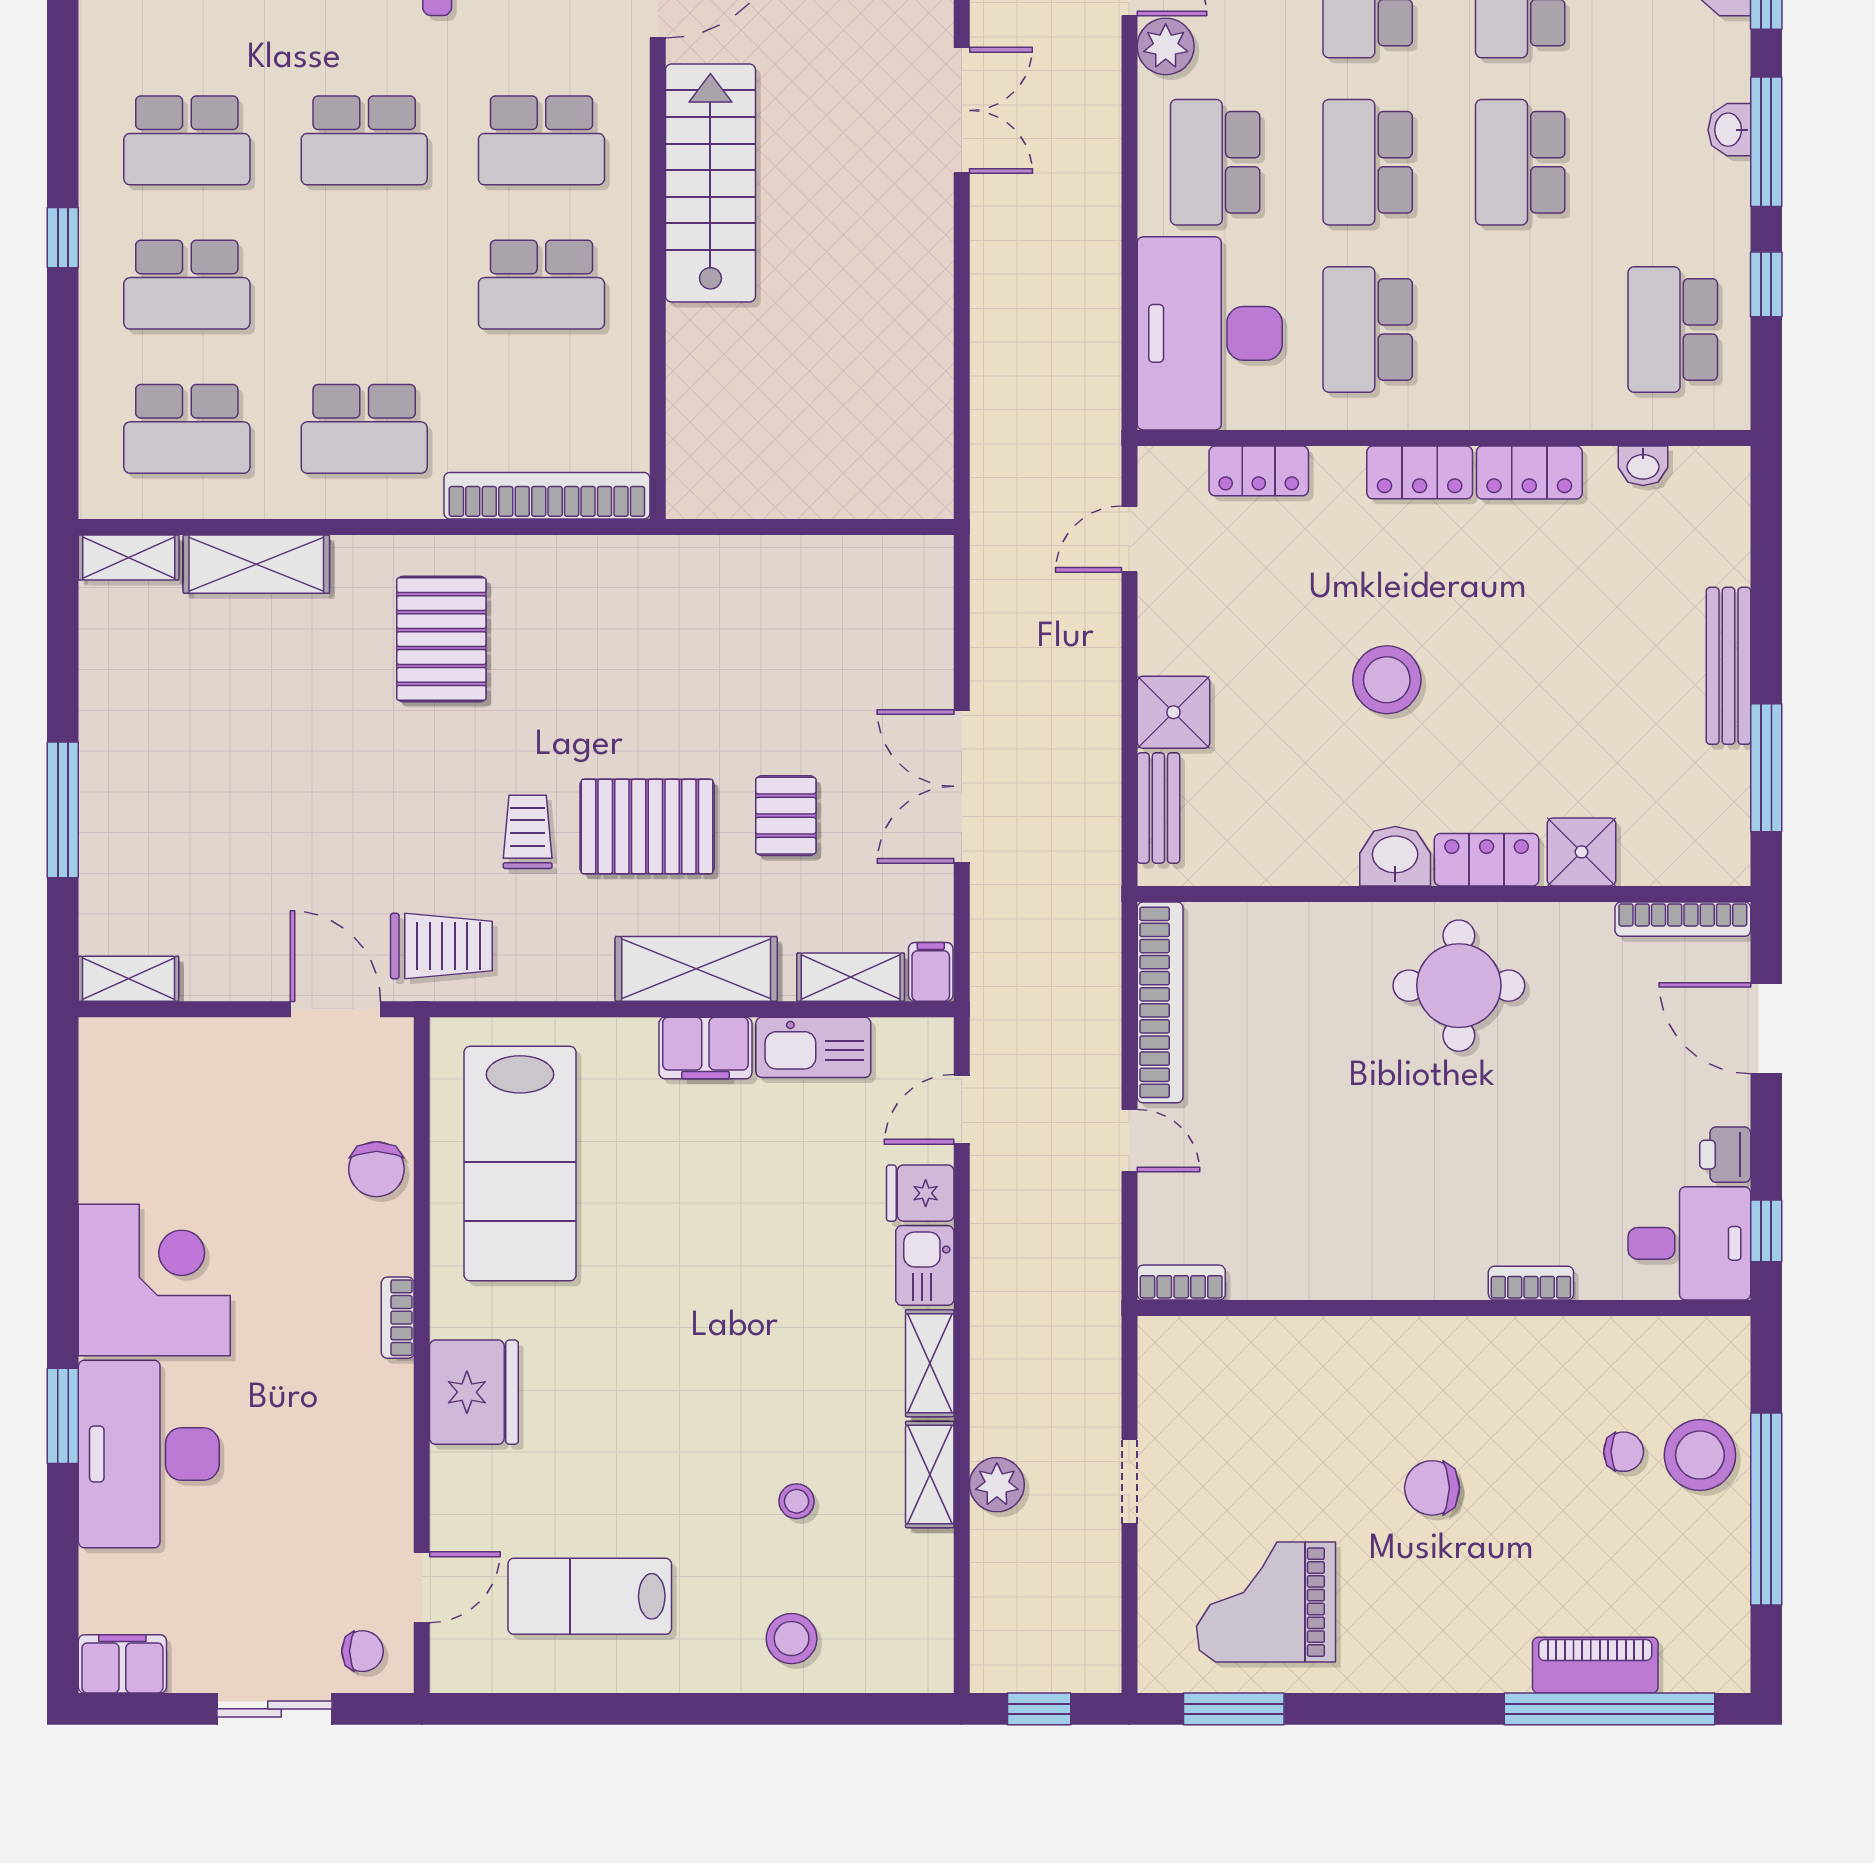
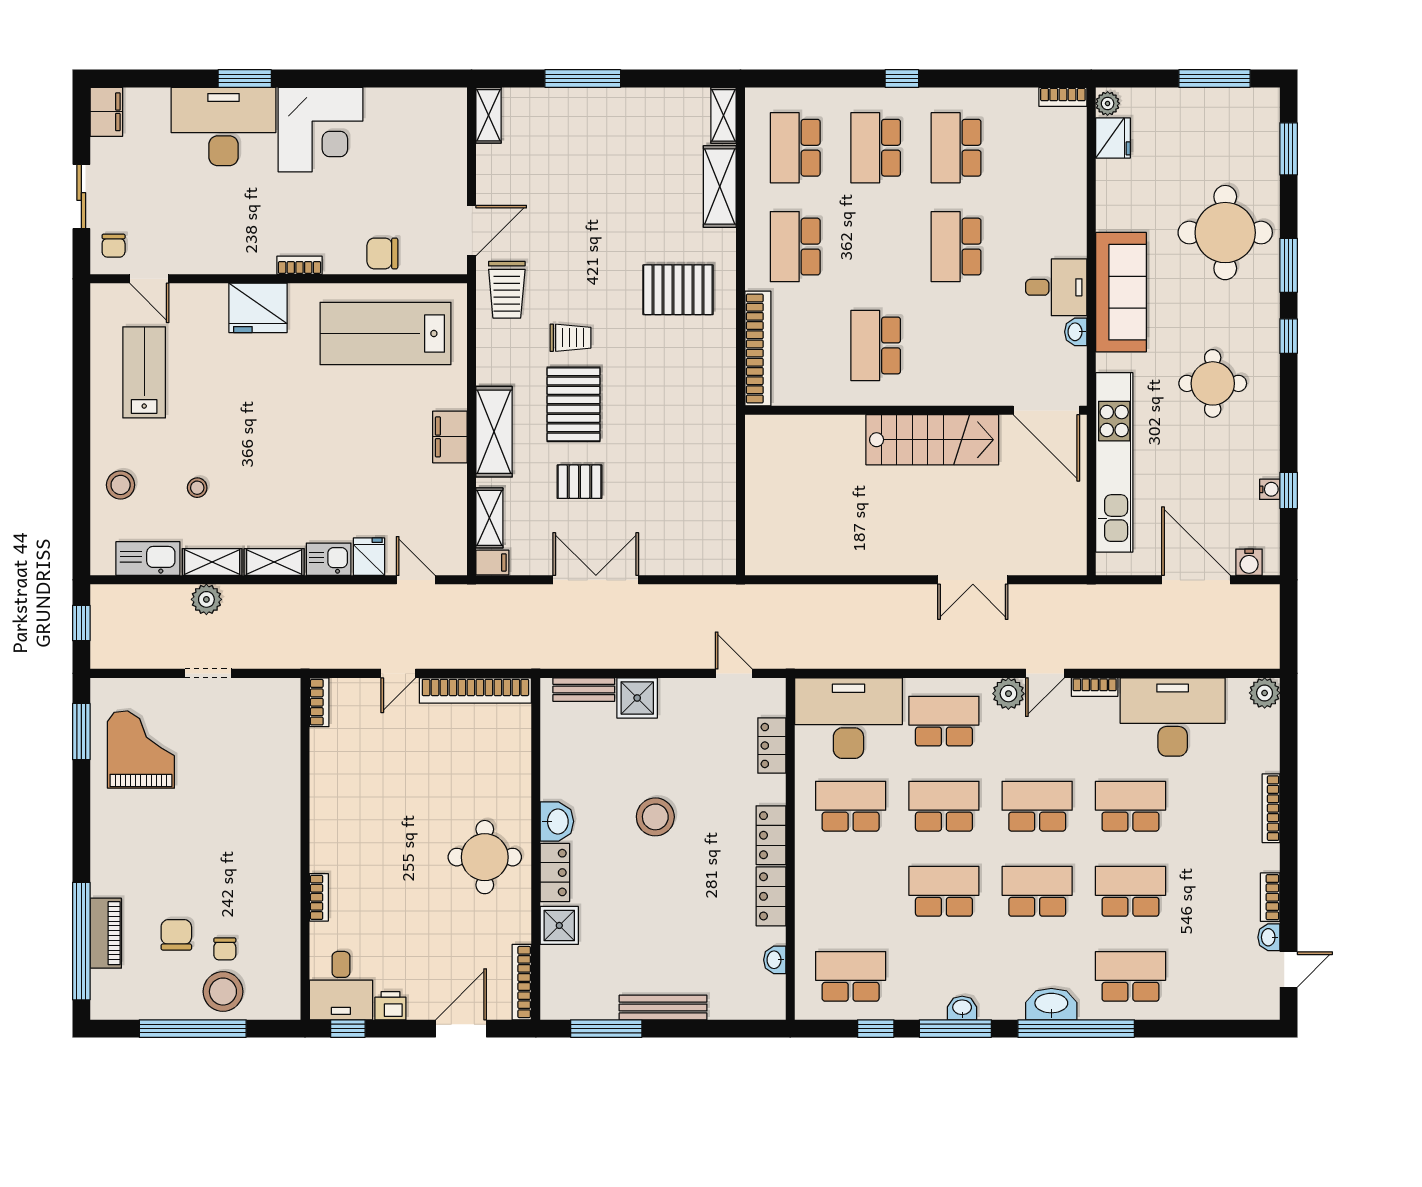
school desk: (541, 140) -> (956, 345), removed
kitchen sink: (813, 1047) -> (148, 559), moved, turned 90
chair: (1432, 1488) -> (176, 935), moved

